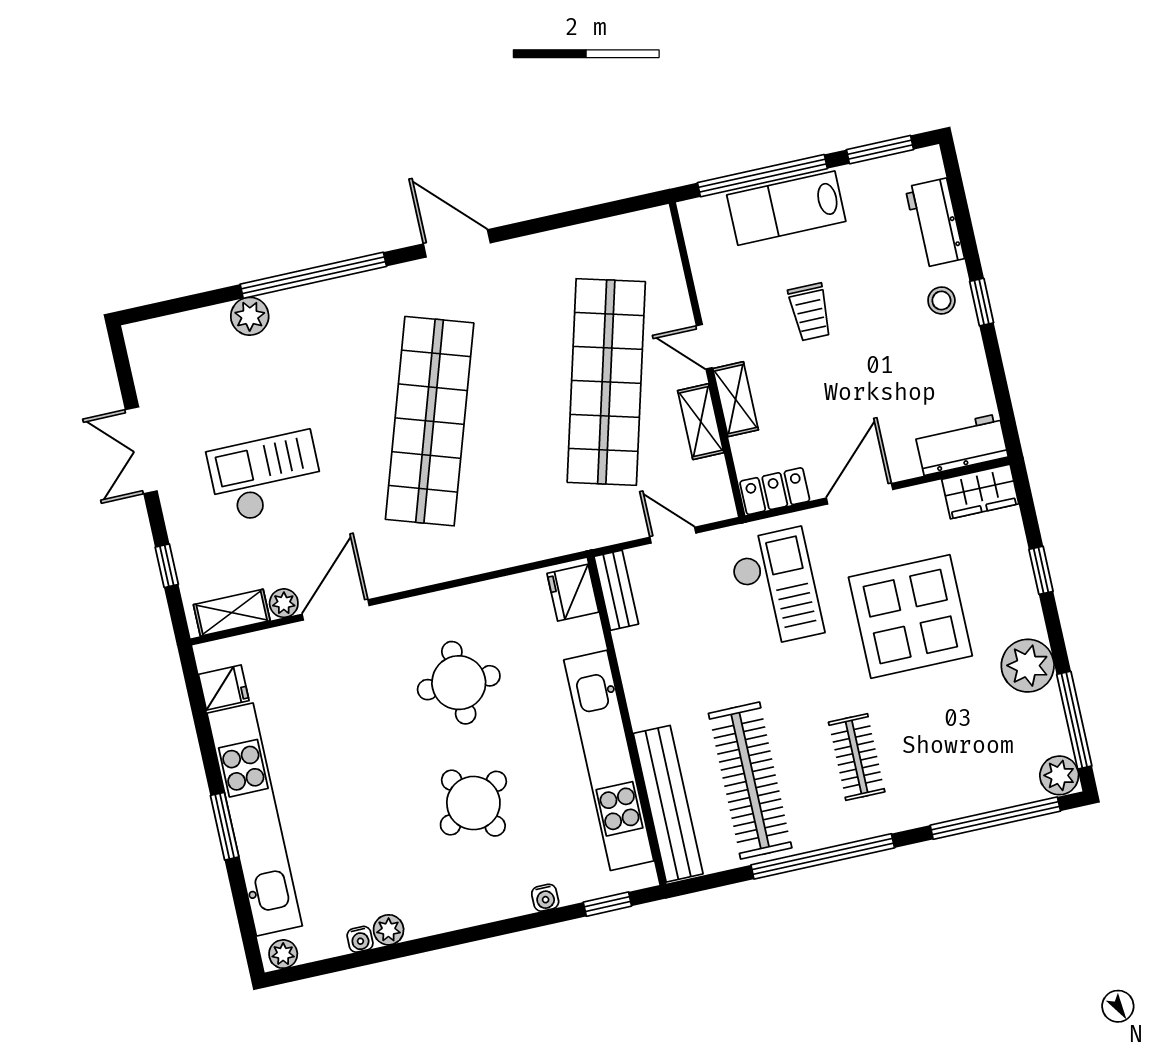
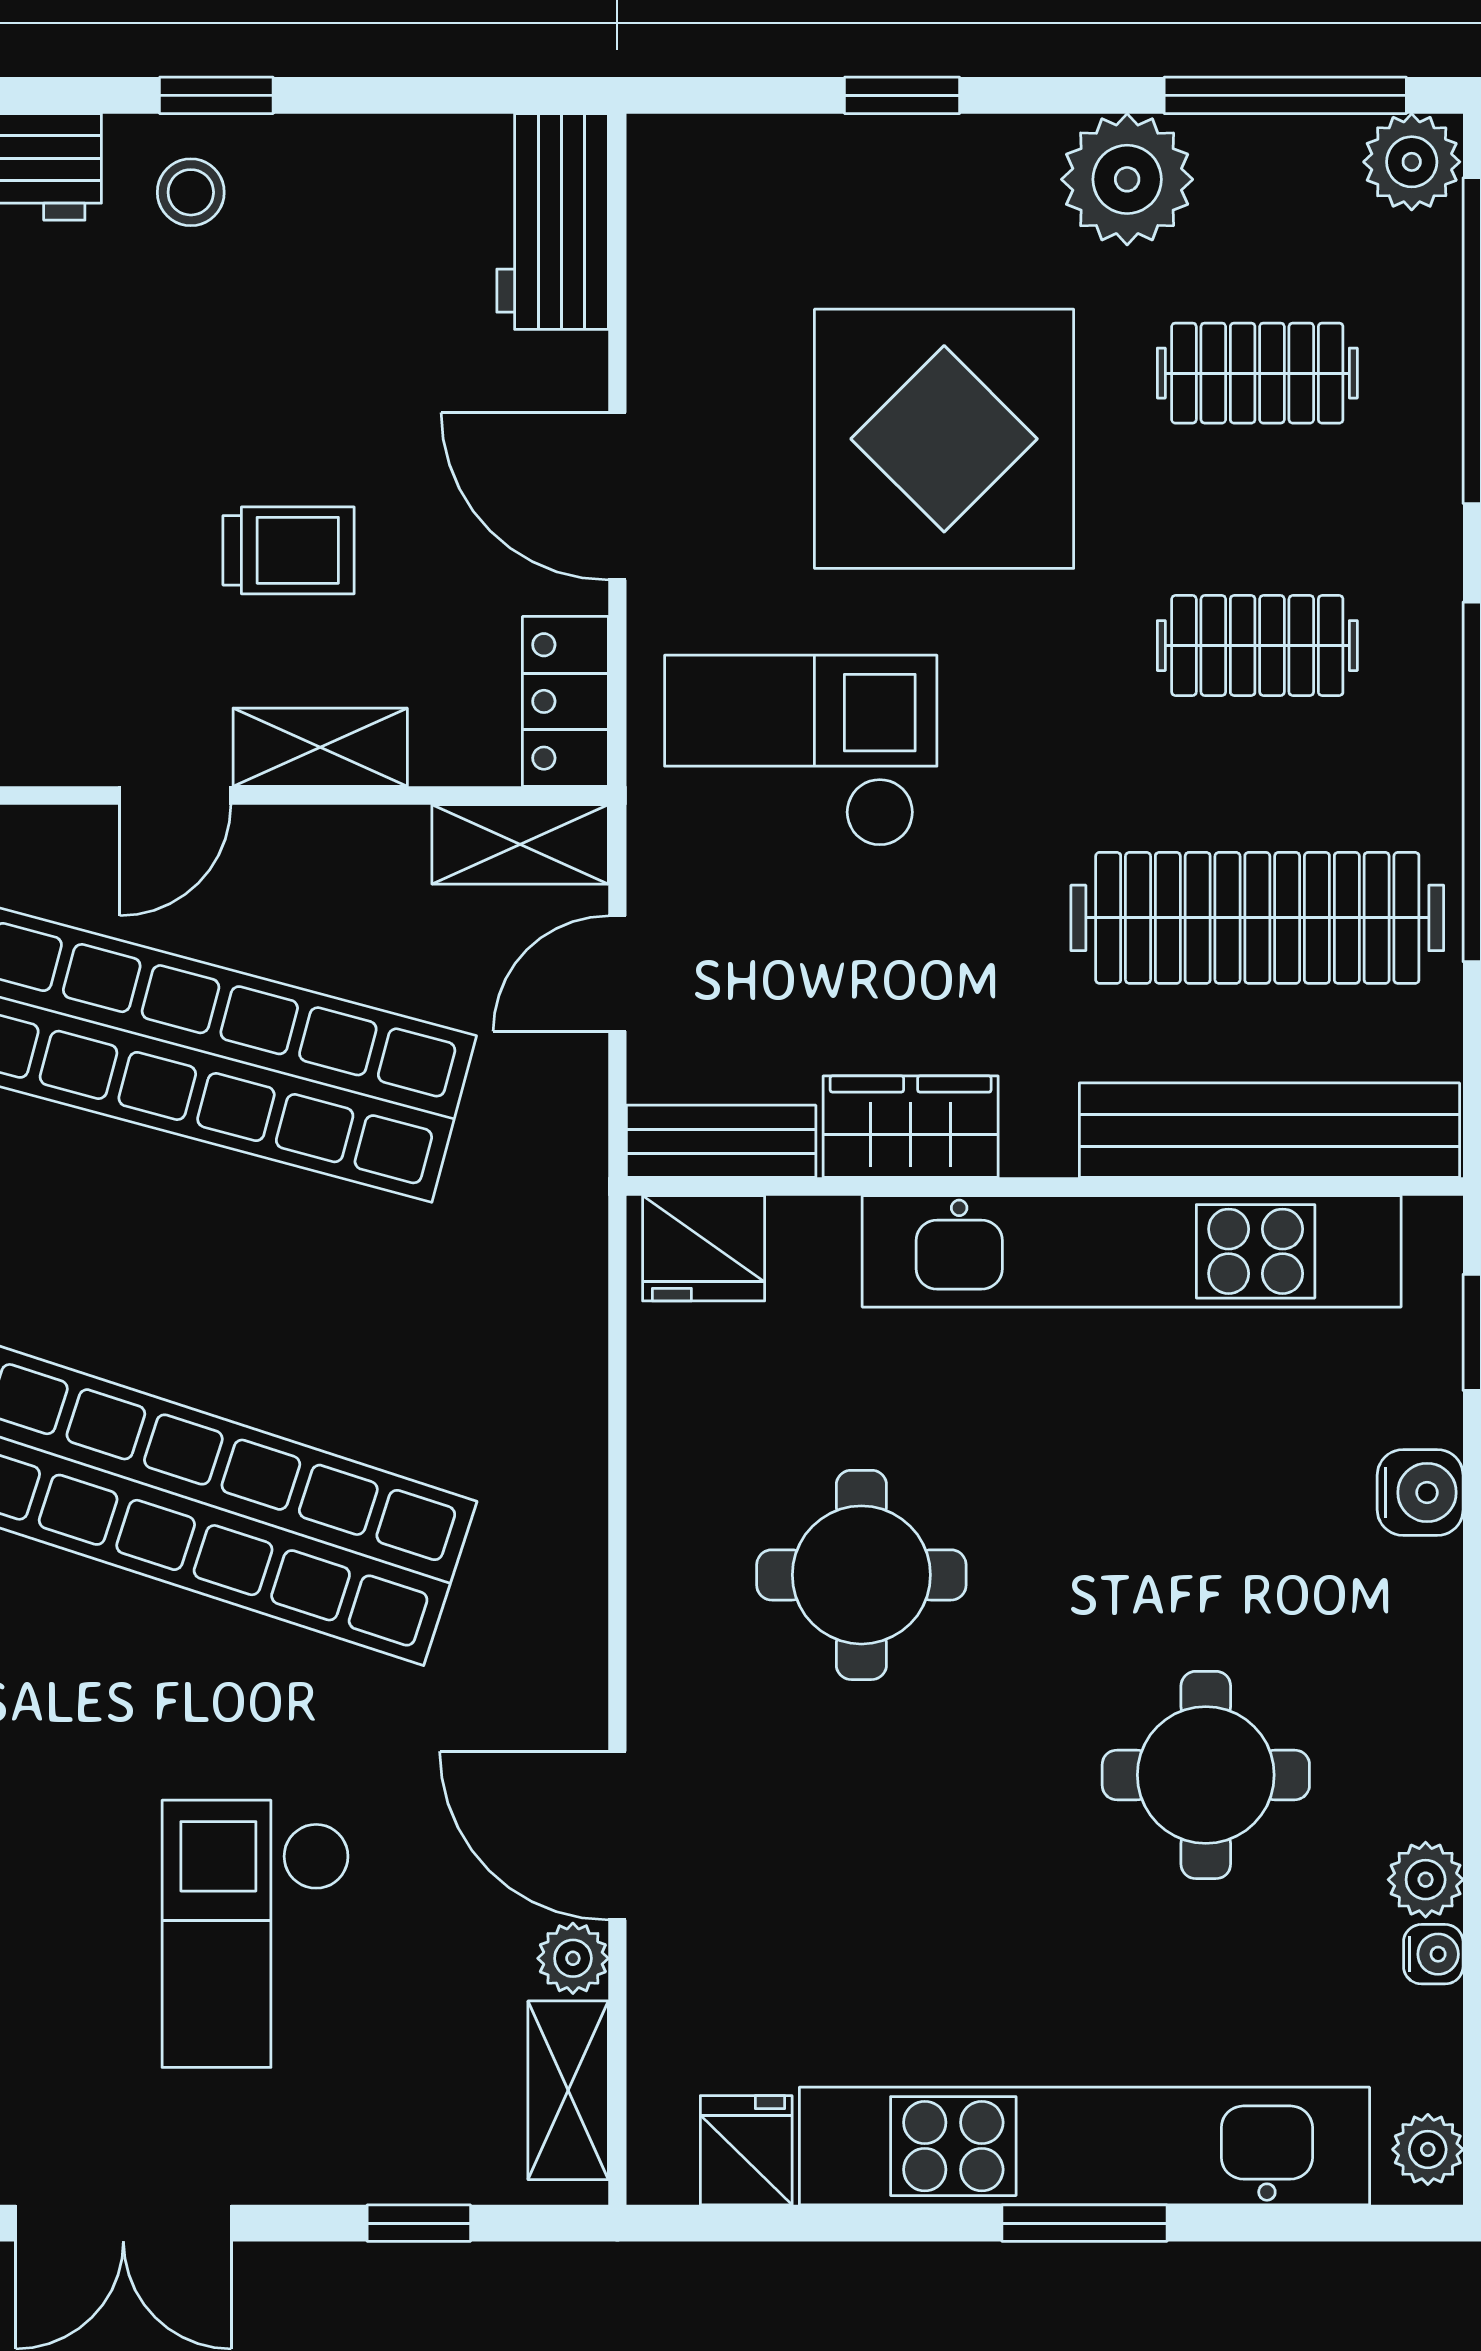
trolley: (810, 312) -> (289, 550), moved
shelving: (701, 422) -> (520, 844), moved
wardrobe: (980, 492) -> (911, 1127), moved, turned -90
clothes rail: (963, 733) -> (1257, 373), added
round table: (473, 803) -> (1206, 1775), moved, turned 31
water cooler: (545, 898) -> (1420, 1492), width x1.38, depth x1.38

